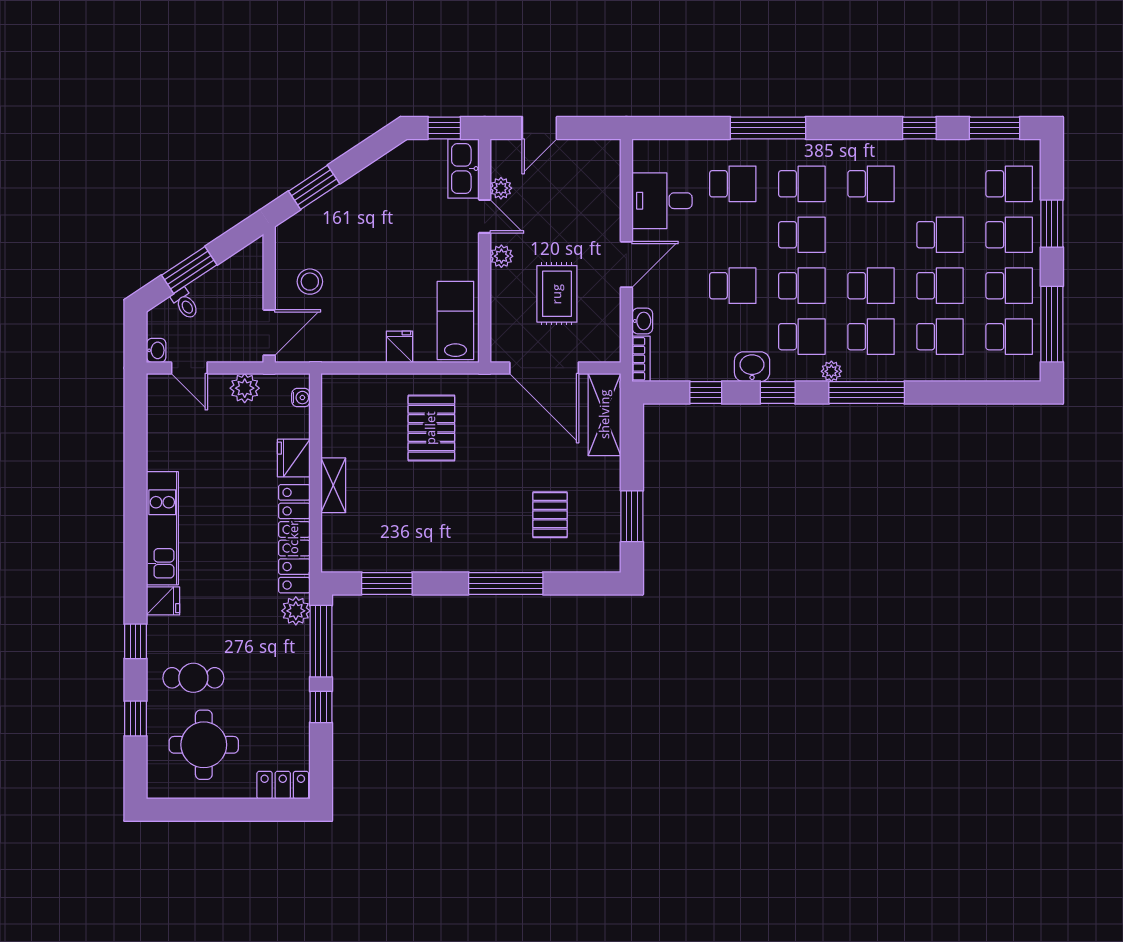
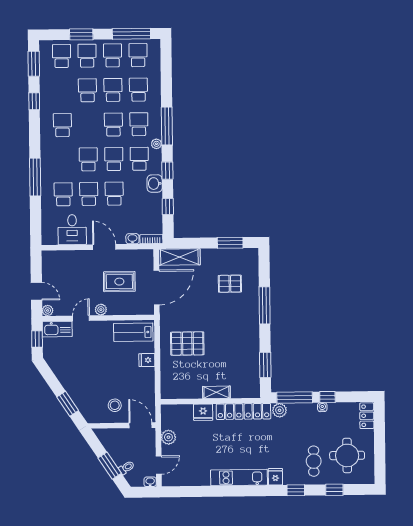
school desk: (802, 184) -> (89, 194), moved
plant: (501, 188) -> (48, 310), moved
water cooler: (301, 398) -> (322, 407), moved

